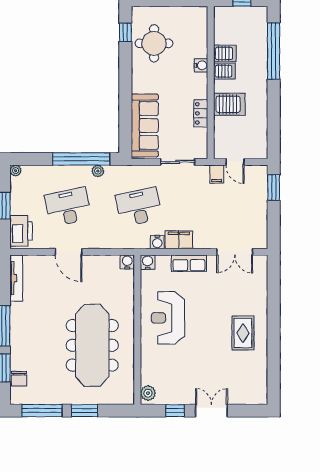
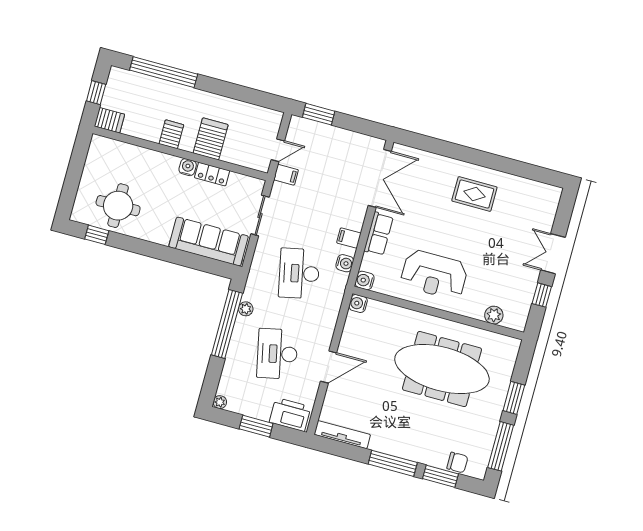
server rack: (225, 53) -> (110, 120), moved, turned 90
water cooler: (201, 65) -> (188, 167), moved
filing cabinet: (179, 240) -> (349, 238), width x0.50
double door: (235, 252) -> (380, 178), width x1.37
plant: (148, 393) -> (494, 315), moved

